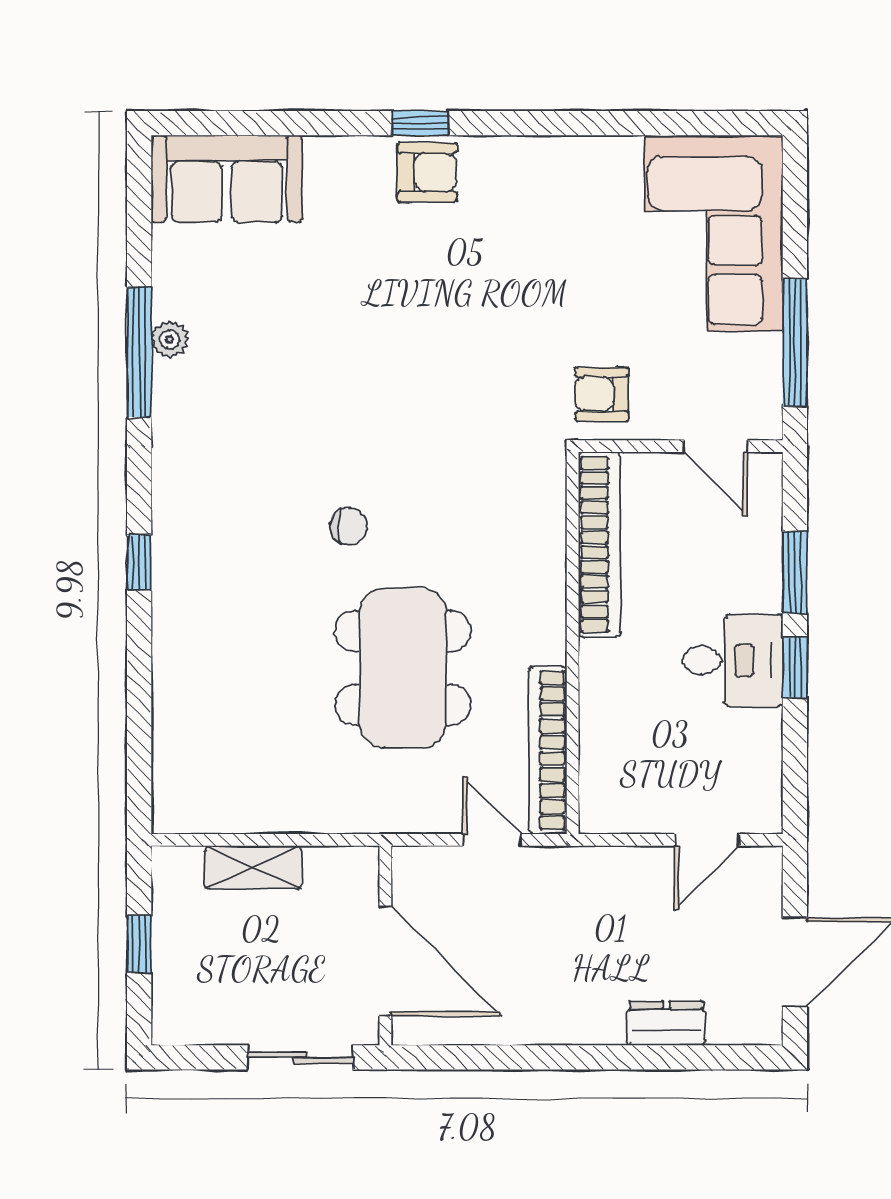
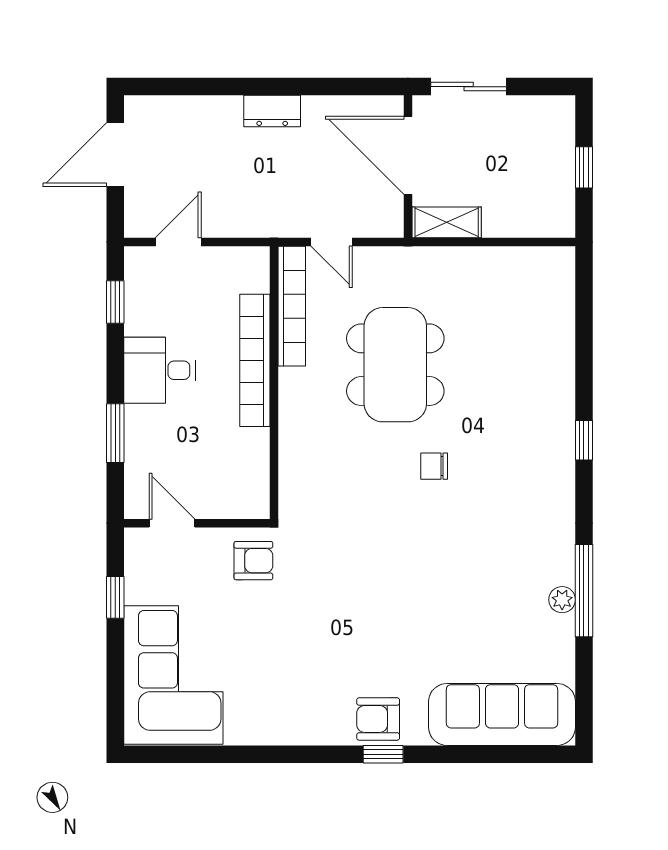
sofa: (227, 179) -> (502, 714), width x1.36
window: (795, 343) -> (115, 597), width x0.46
bookcase: (599, 545) -> (255, 360), moved
window: (795, 668) -> (115, 302), moved
shelving: (253, 867) -> (447, 222), moved
dresser: (666, 1023) -> (272, 111), moved

